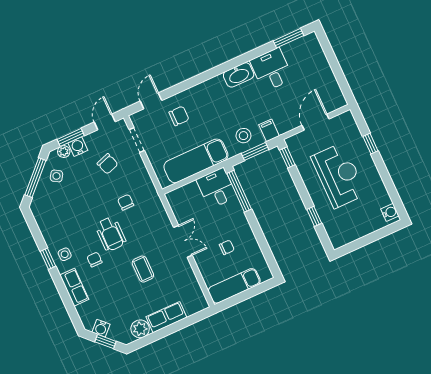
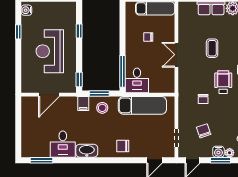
chair: (179, 116) -> (123, 146), moved
window: (370, 144) -> (18, 32), moved

